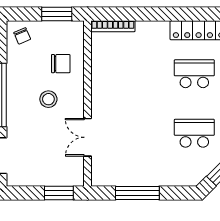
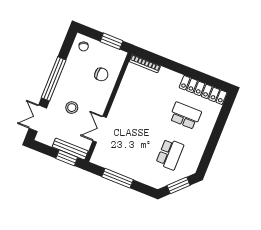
stool: (48, 99) -> (72, 108), moved
school desk: (194, 133) -> (170, 154), turned 90
bench: (59, 179) -> (70, 149), added

